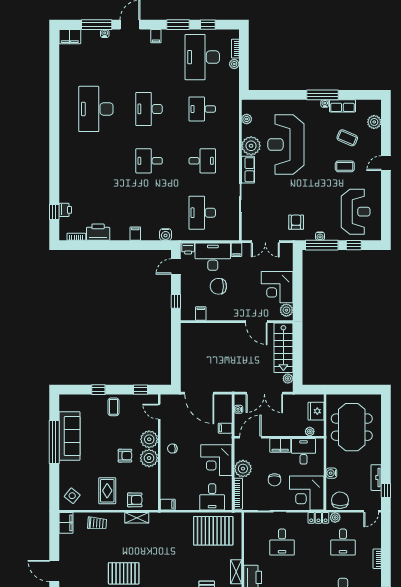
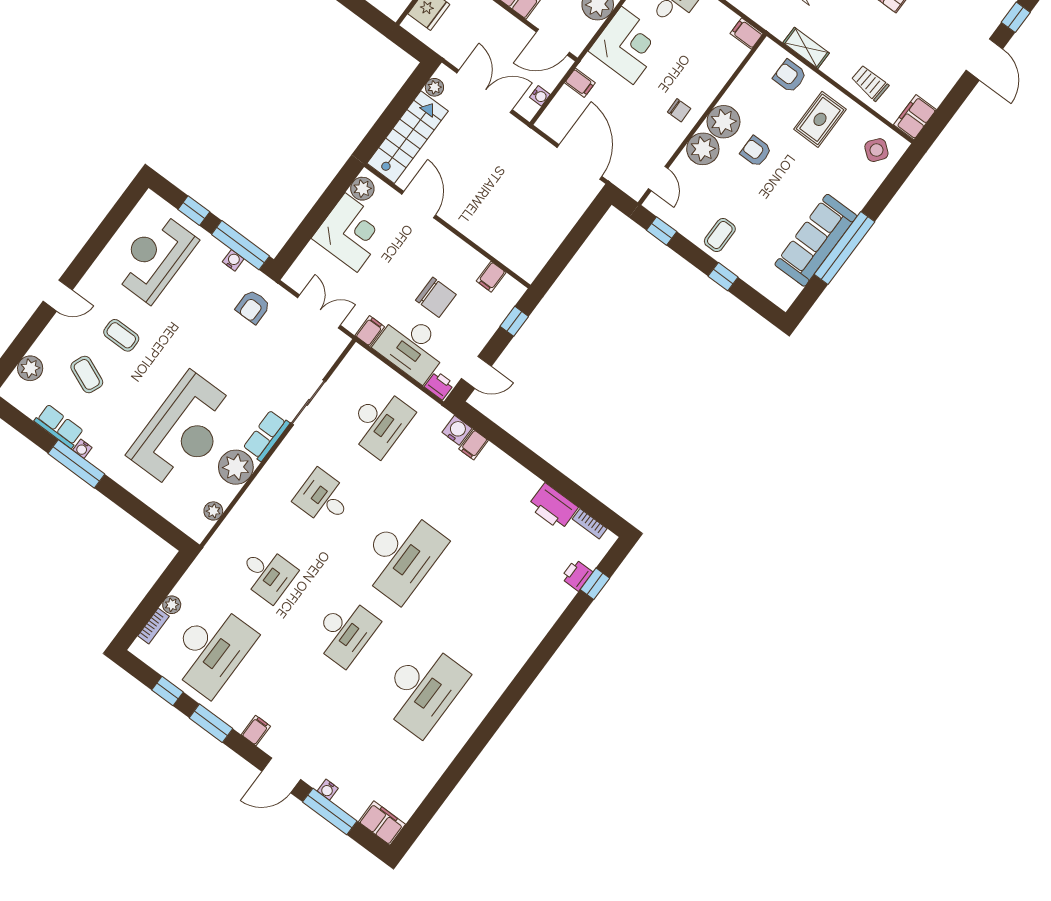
desk: (149, 161) -> (401, 556), width x1.87, depth x1.30
filing cabinet: (135, 234) -> (474, 445), moved

